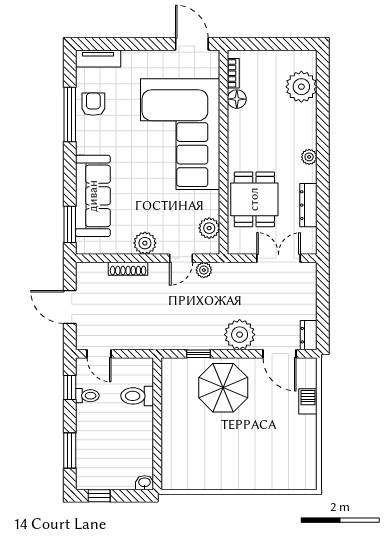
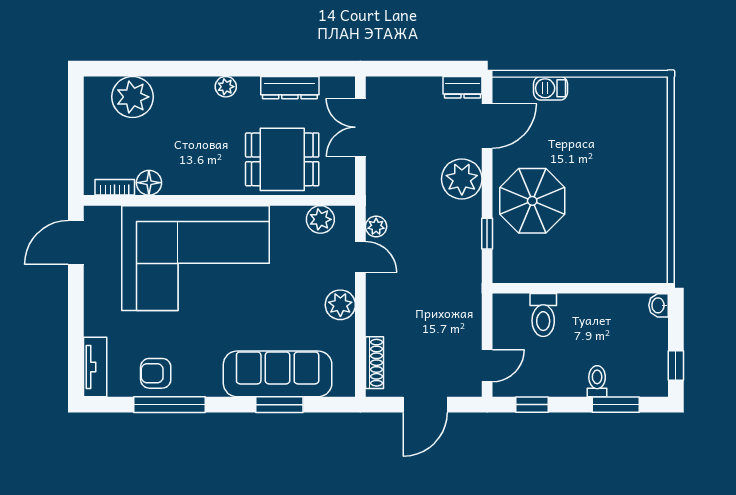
window: (70, 224) -> (279, 405), moved
shoe rack: (128, 269) -> (374, 363), moved
toilet: (87, 396) -> (597, 381), moved

